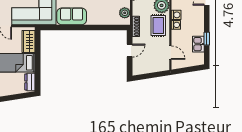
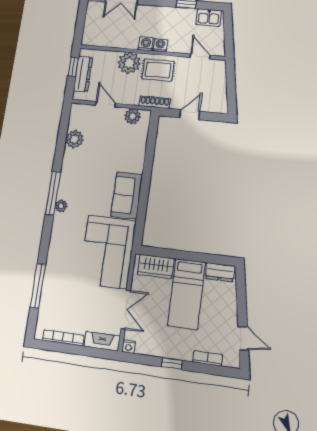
kitchen sink: (198, 44) -> (209, 17), moved
door: (130, 51) -> (190, 115), hinge flipped
door: (170, 53) -> (200, 56), hinge flipped

